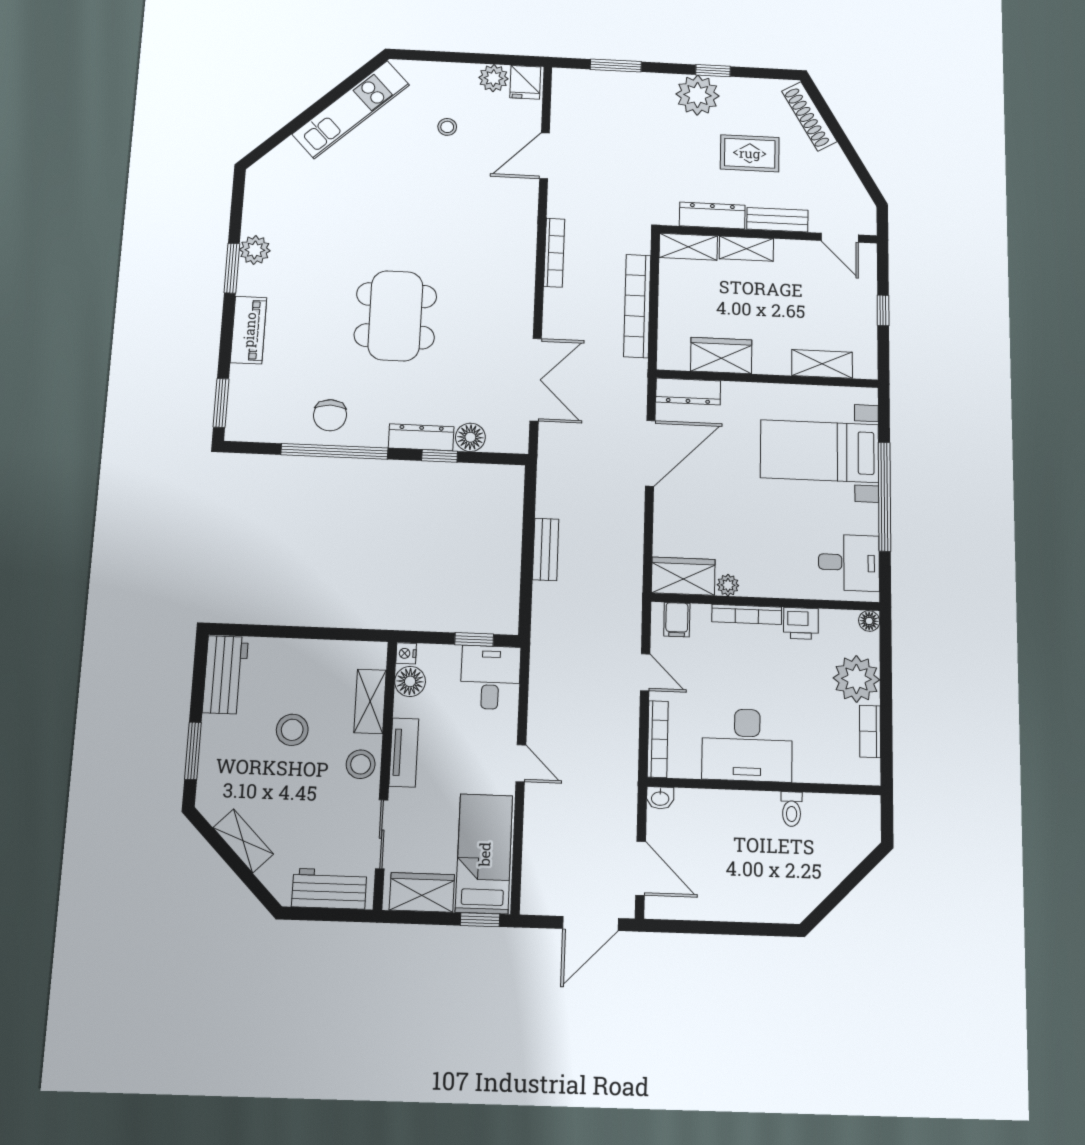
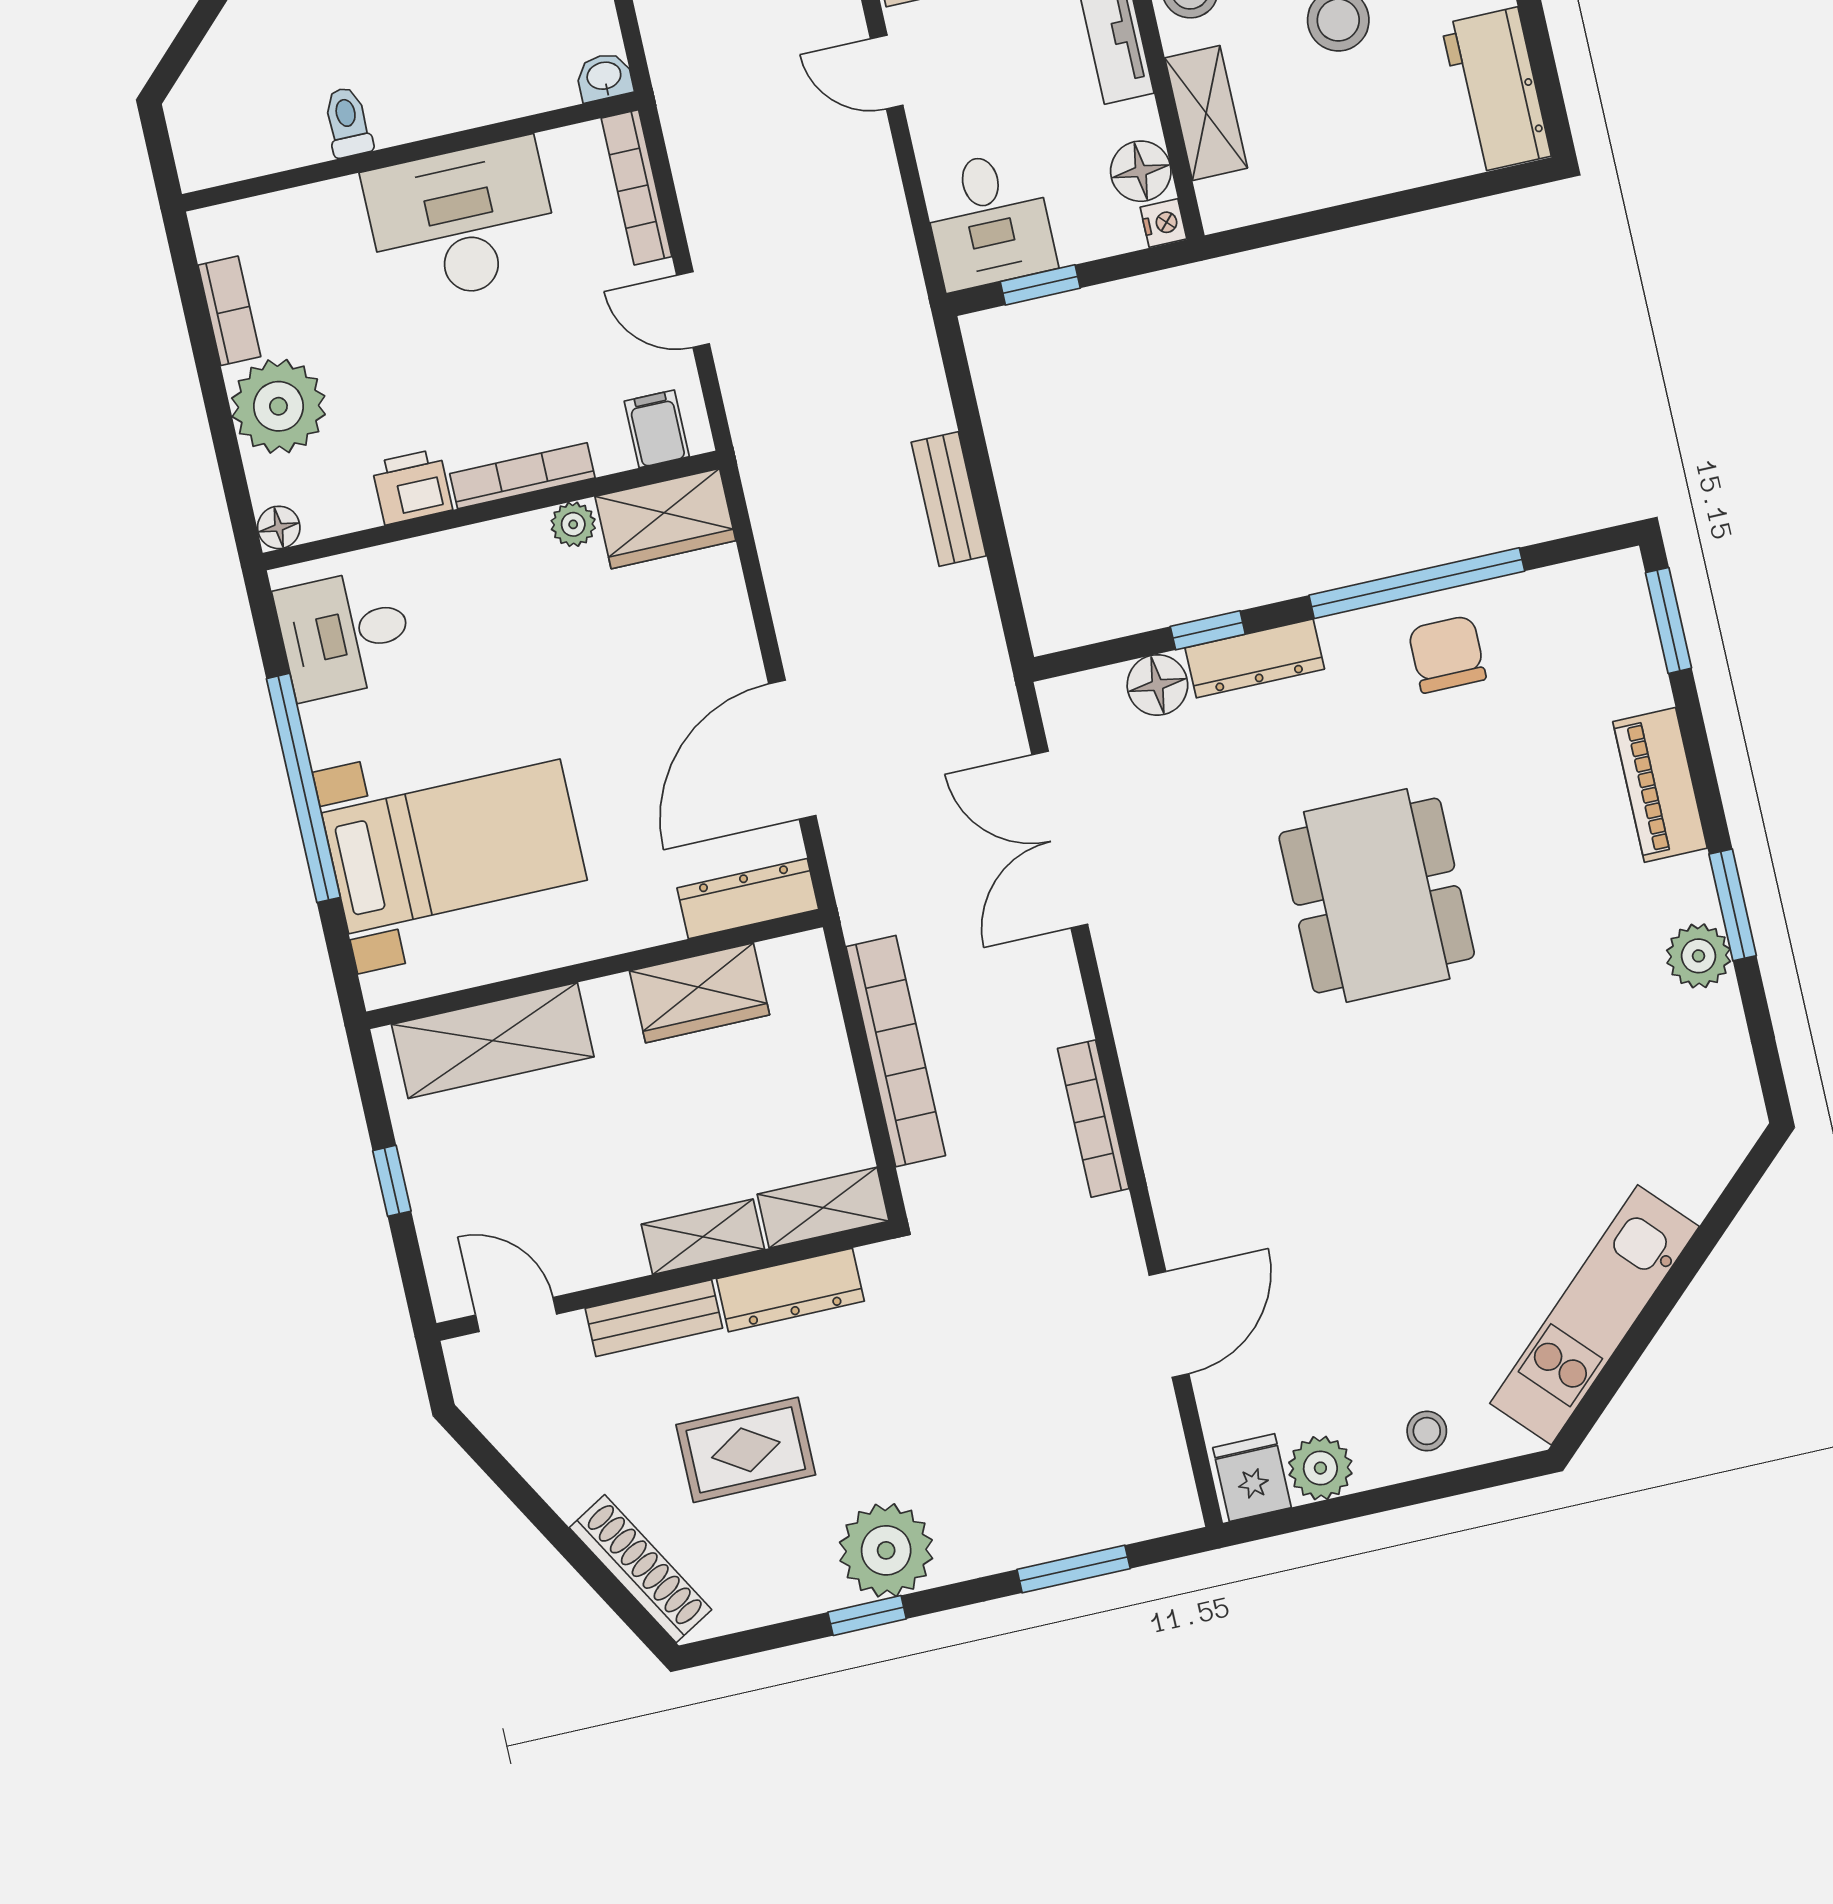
stool: (447, 127) -> (1427, 1431), moved
shelving: (822, 364) -> (493, 1041), width x1.50, depth x1.33

